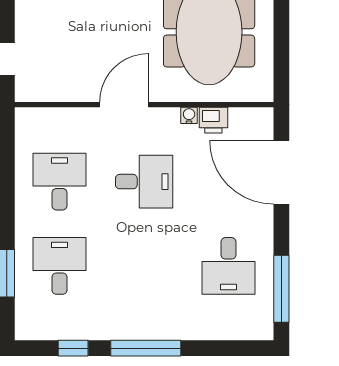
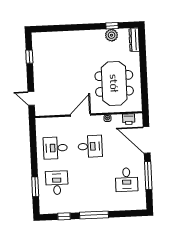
printer: (213, 120) -> (129, 119), moved
desk: (60, 182) -> (55, 148), turned -90
window: (281, 289) -> (148, 176), moved

